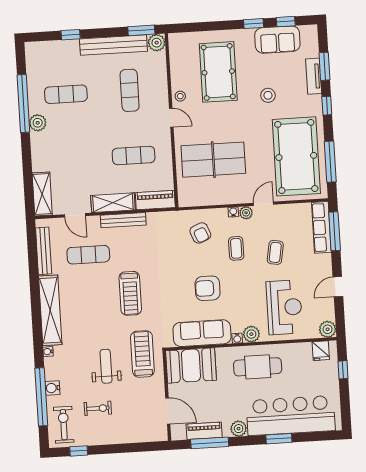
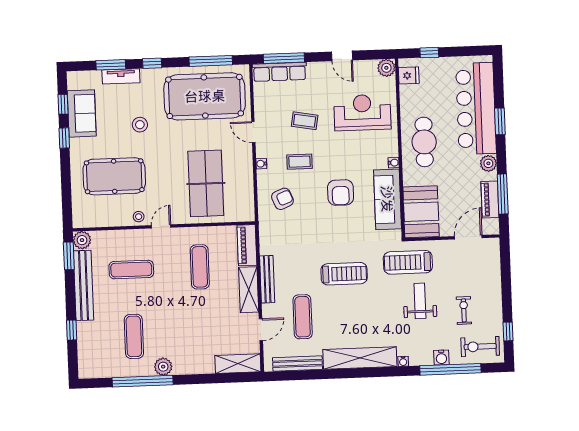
plant: (246, 213) -> (262, 150), removed
plant: (251, 334) -> (390, 148), removed
weight bench: (106, 366) -> (420, 301), turned 90

